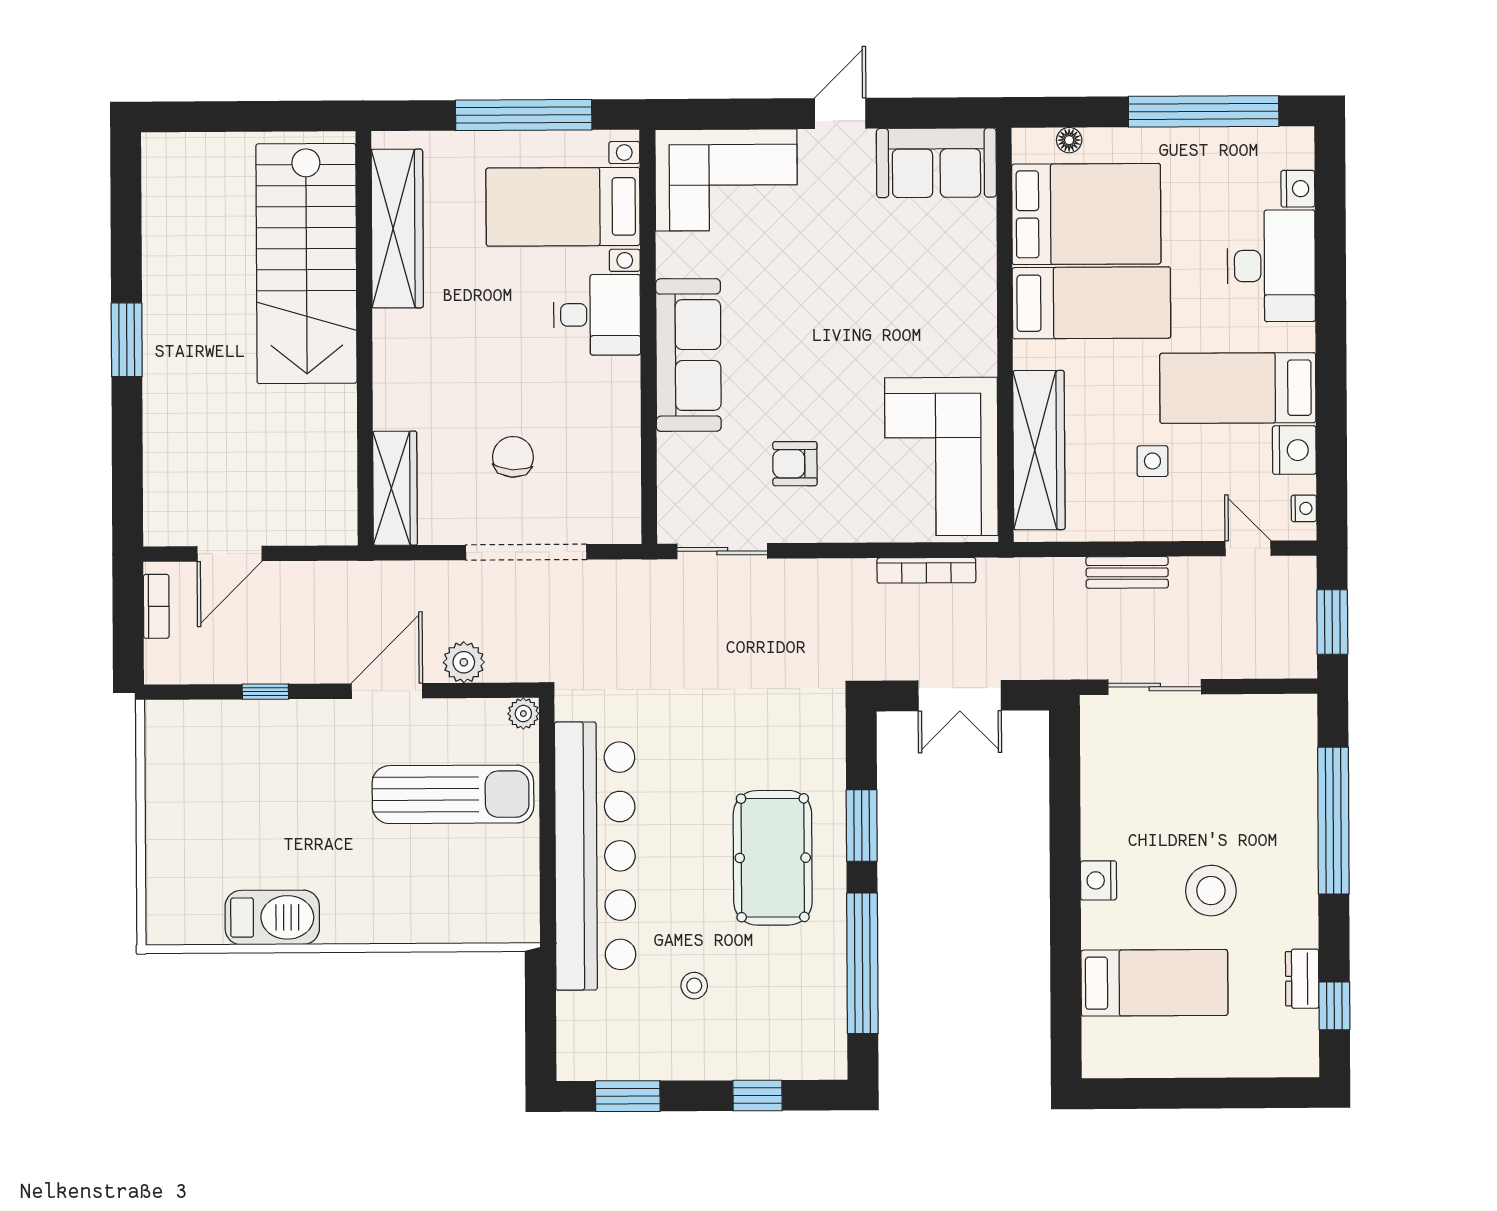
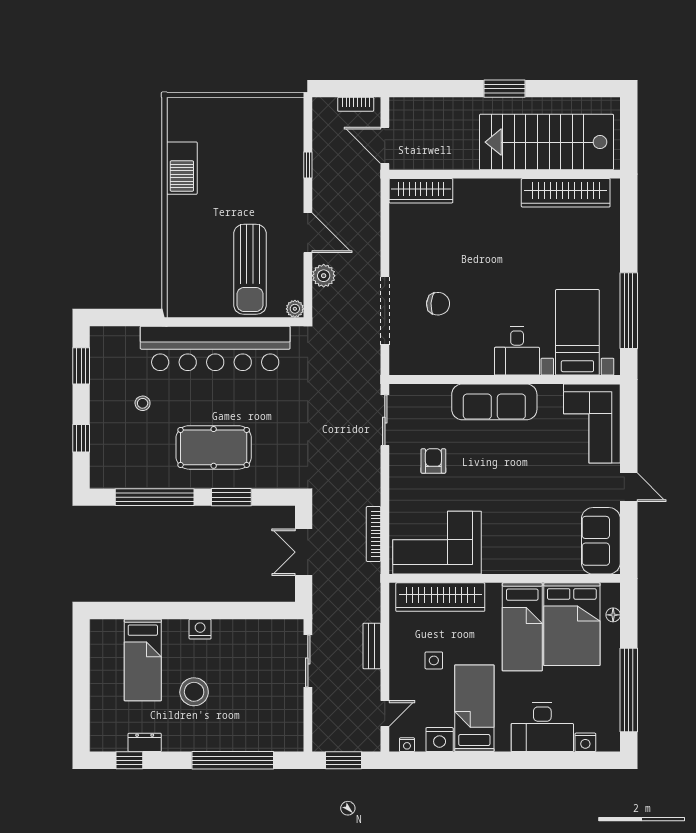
wardrobe: (397, 229) -> (566, 193), moved
stairs: (306, 264) -> (546, 142), moved
wall: (364, 338) -> (505, 174), moved
wardrobe: (395, 488) -> (421, 191), moved

